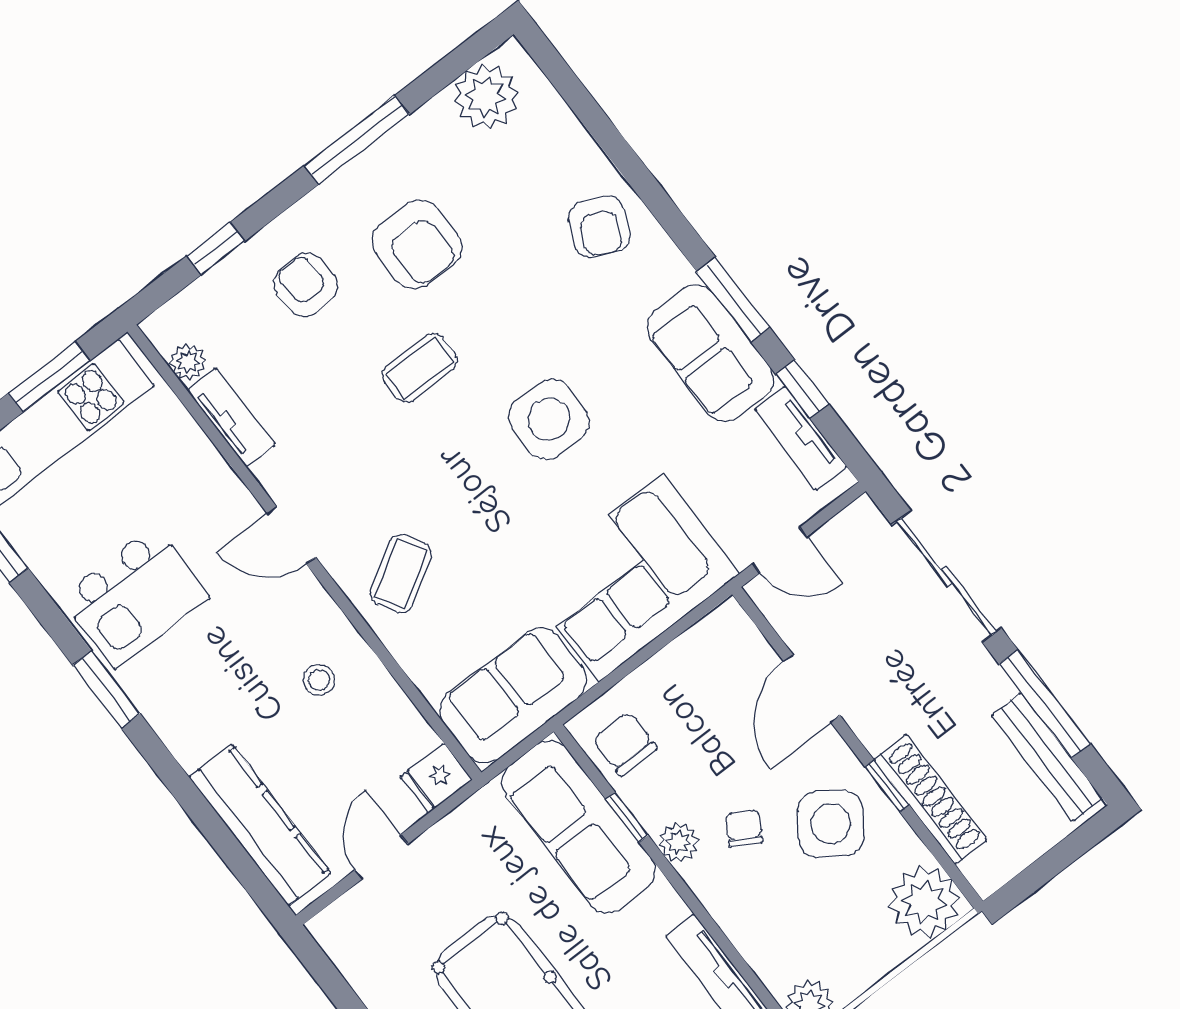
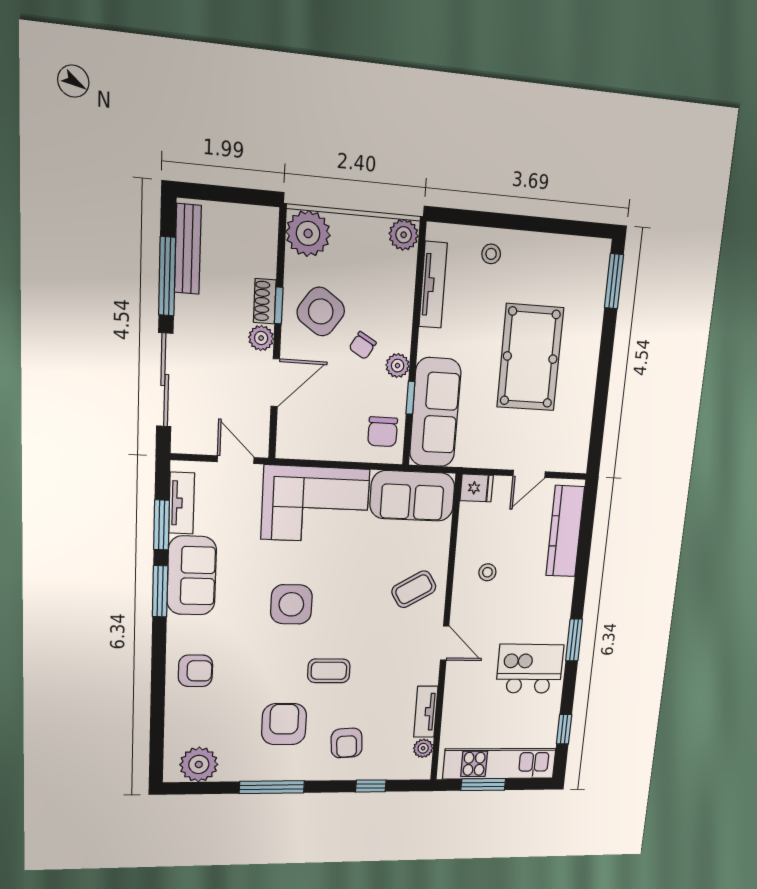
armchair: (599, 227) -> (195, 671), turned 65
window: (802, 389) -> (162, 525), width x1.50
plant: (875, 728) -> (261, 338), added
shoe rack: (930, 799) -> (265, 301), width x0.51, depth x0.81

